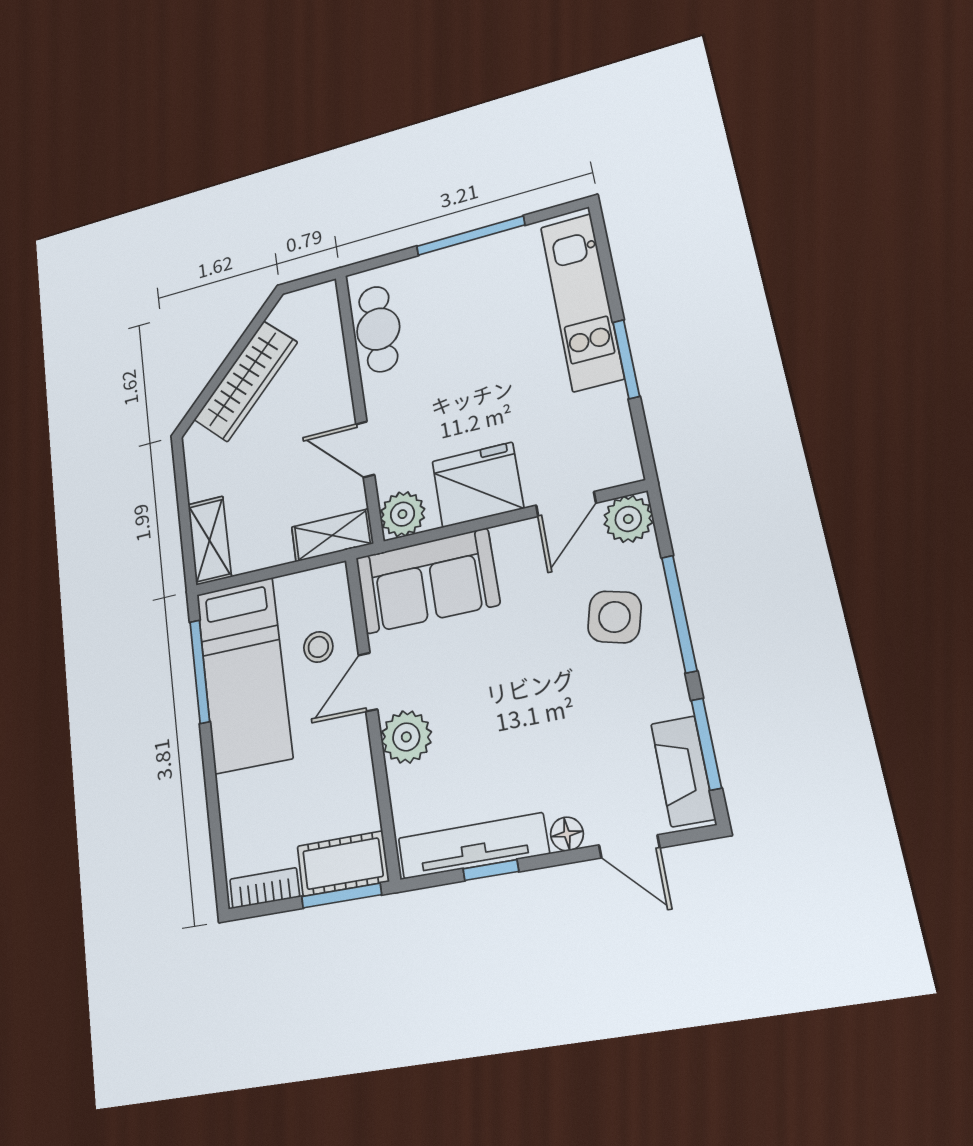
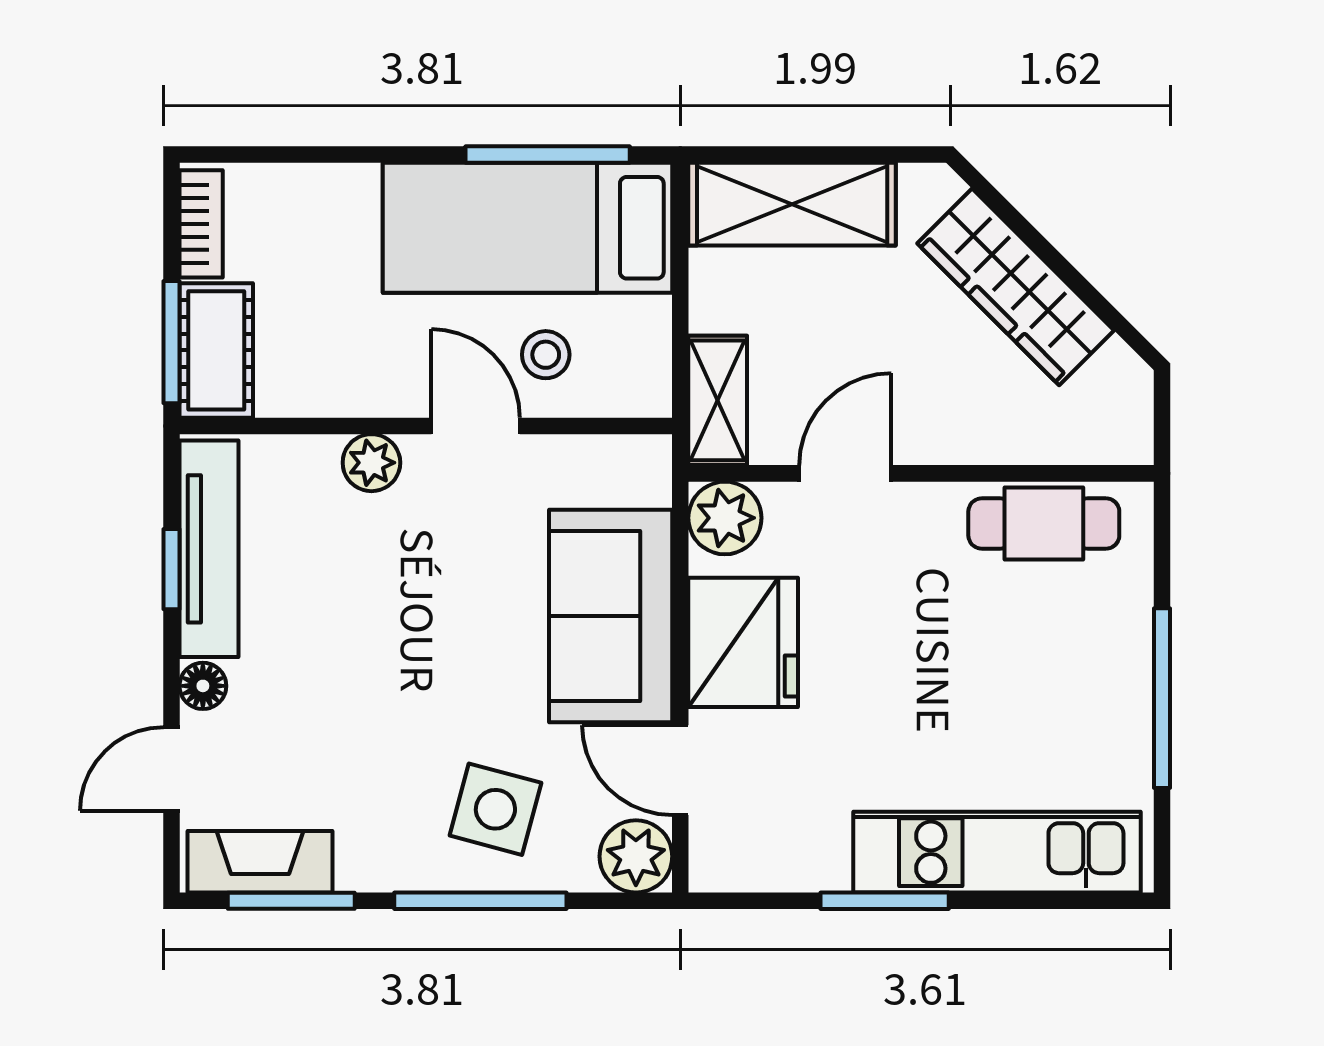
shelving: (209, 540) -> (792, 204), width x1.50, depth x1.33
sofa: (427, 581) -> (611, 616), moved
plant: (406, 737) -> (371, 463), width x0.73, depth x0.73

